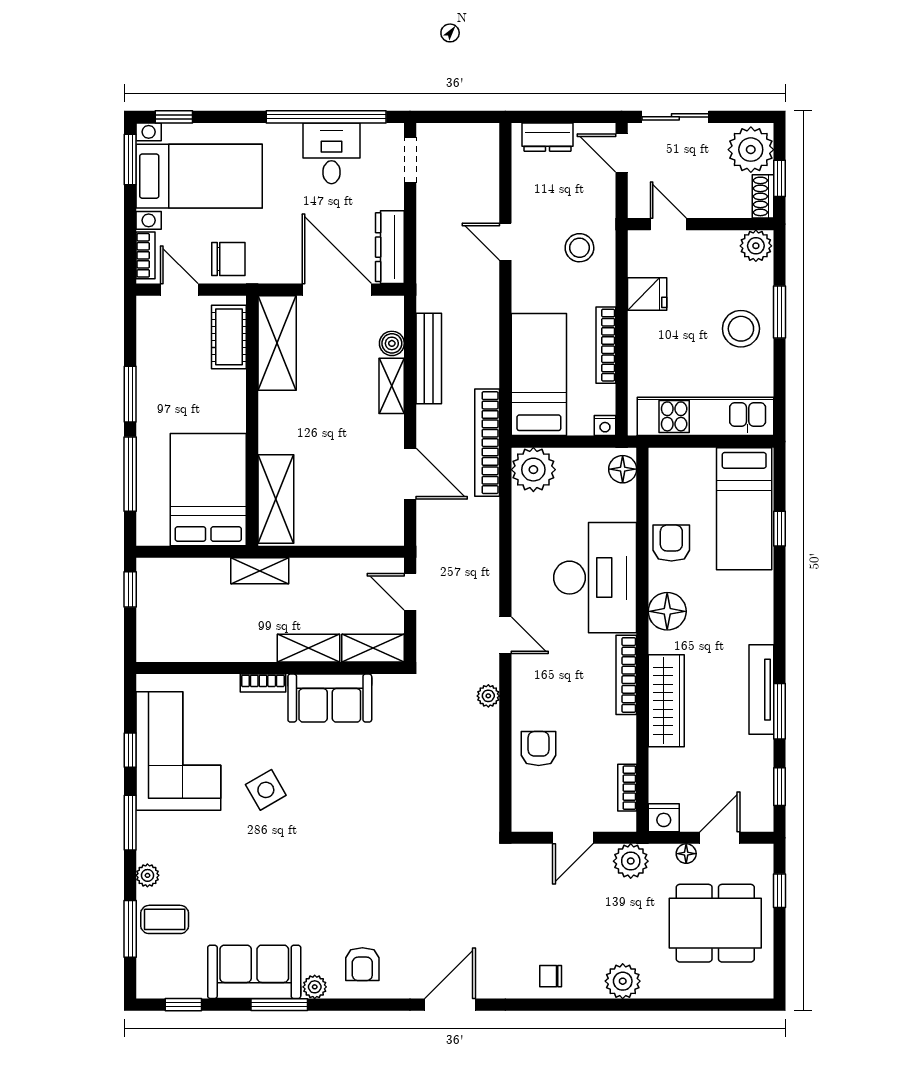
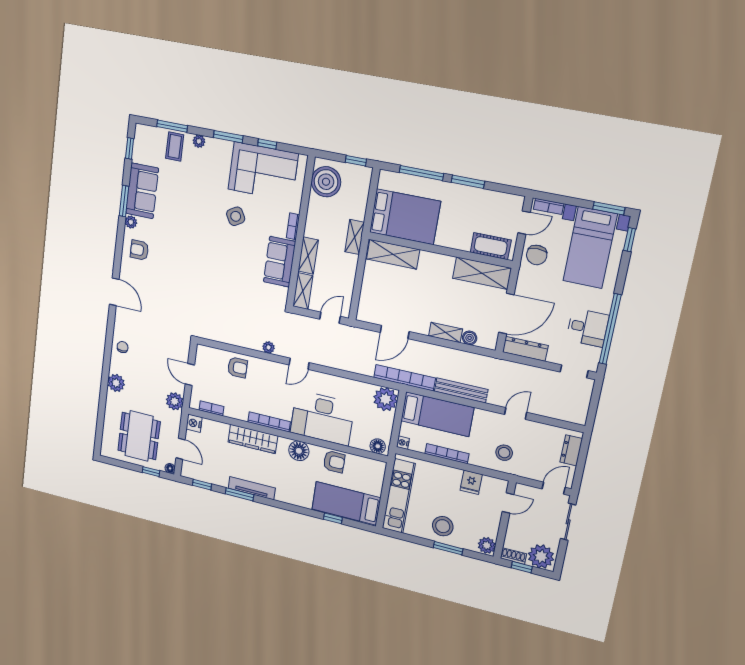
bench: (429, 359) -> (461, 390), moved
boiler: (175, 636) -> (326, 182), added
floor lamp: (686, 854) -> (170, 468), moved

